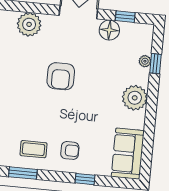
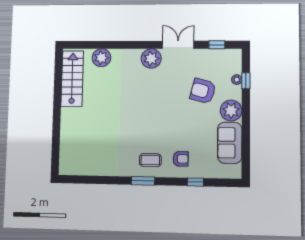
plant: (29, 24) -> (151, 58), moved
floor lamp: (109, 30) -> (205, 57), removed
armchair: (61, 76) -> (203, 91), moved, turned 105
sofa: (128, 154) -> (230, 143), moved

